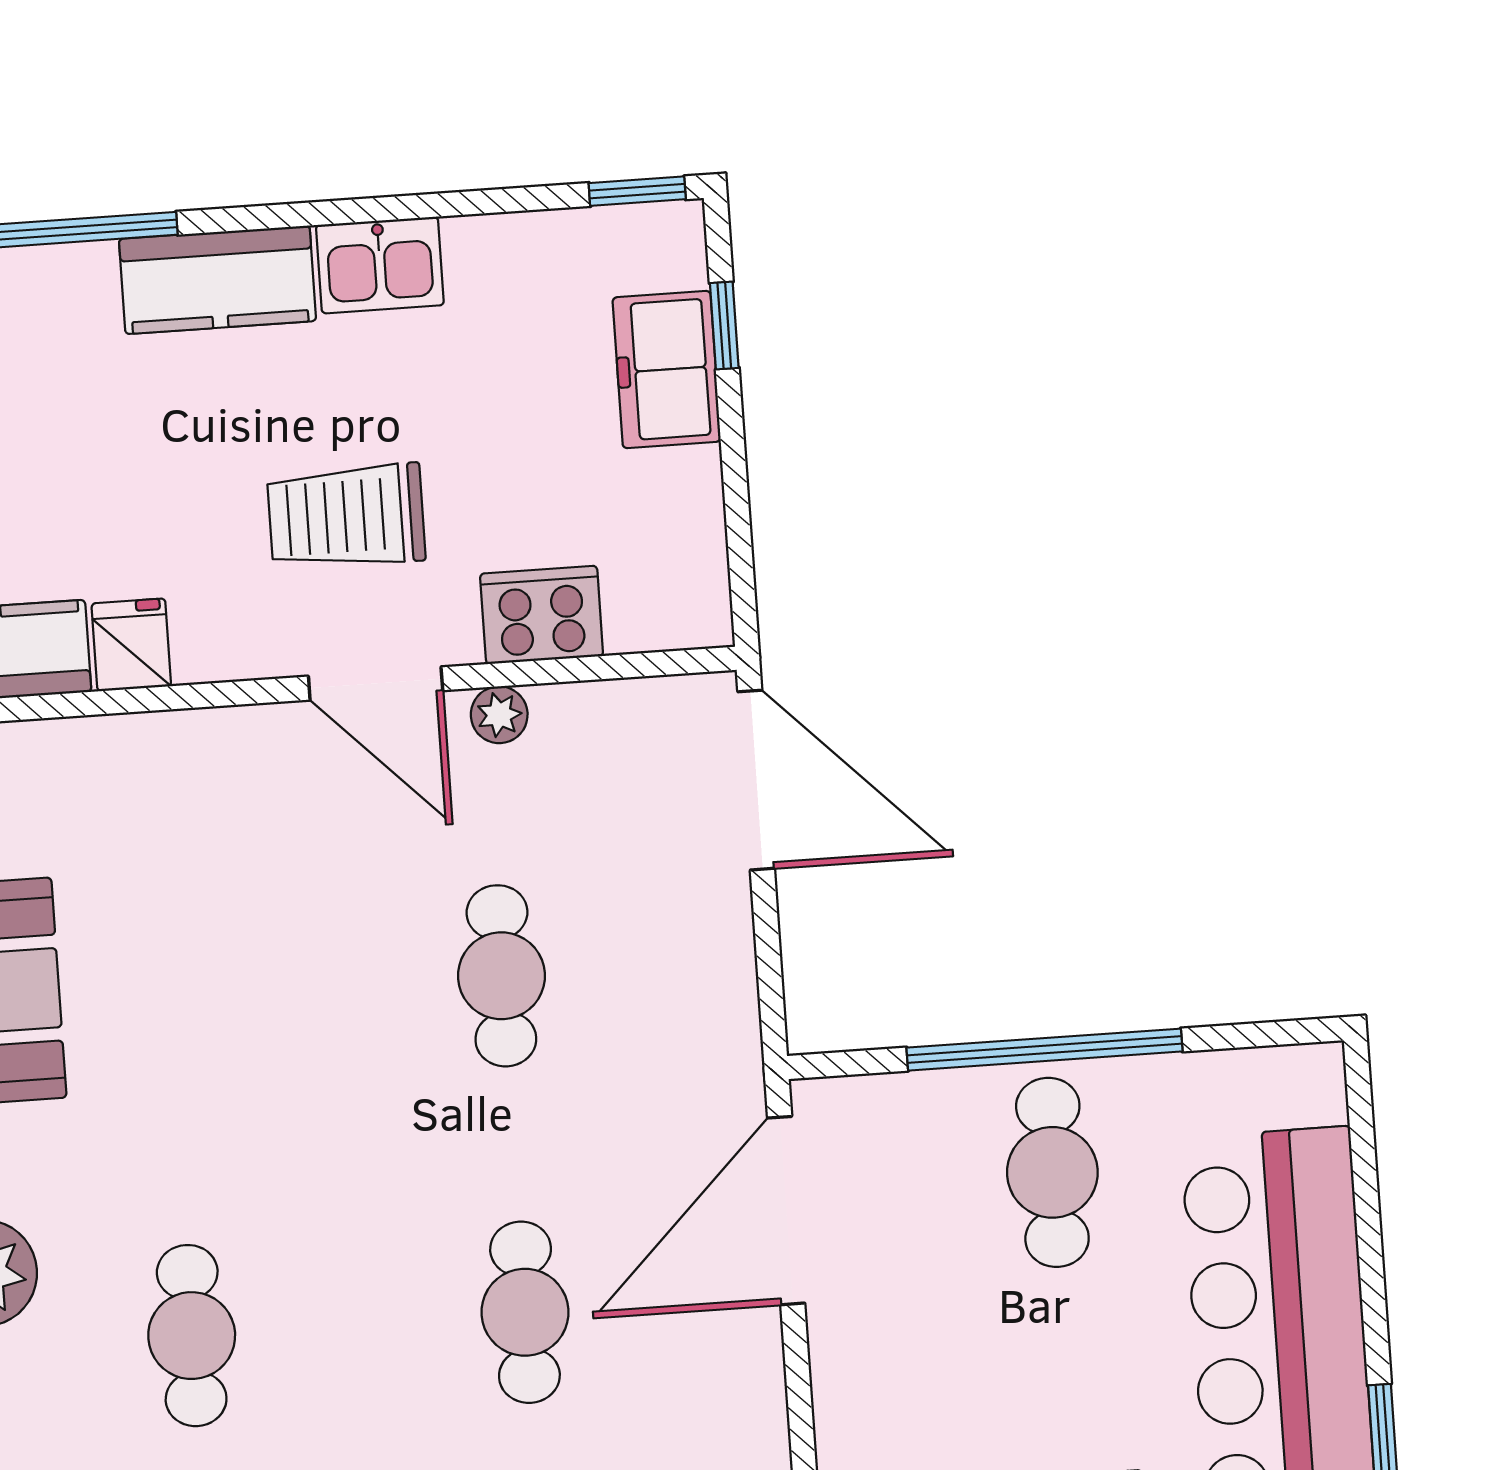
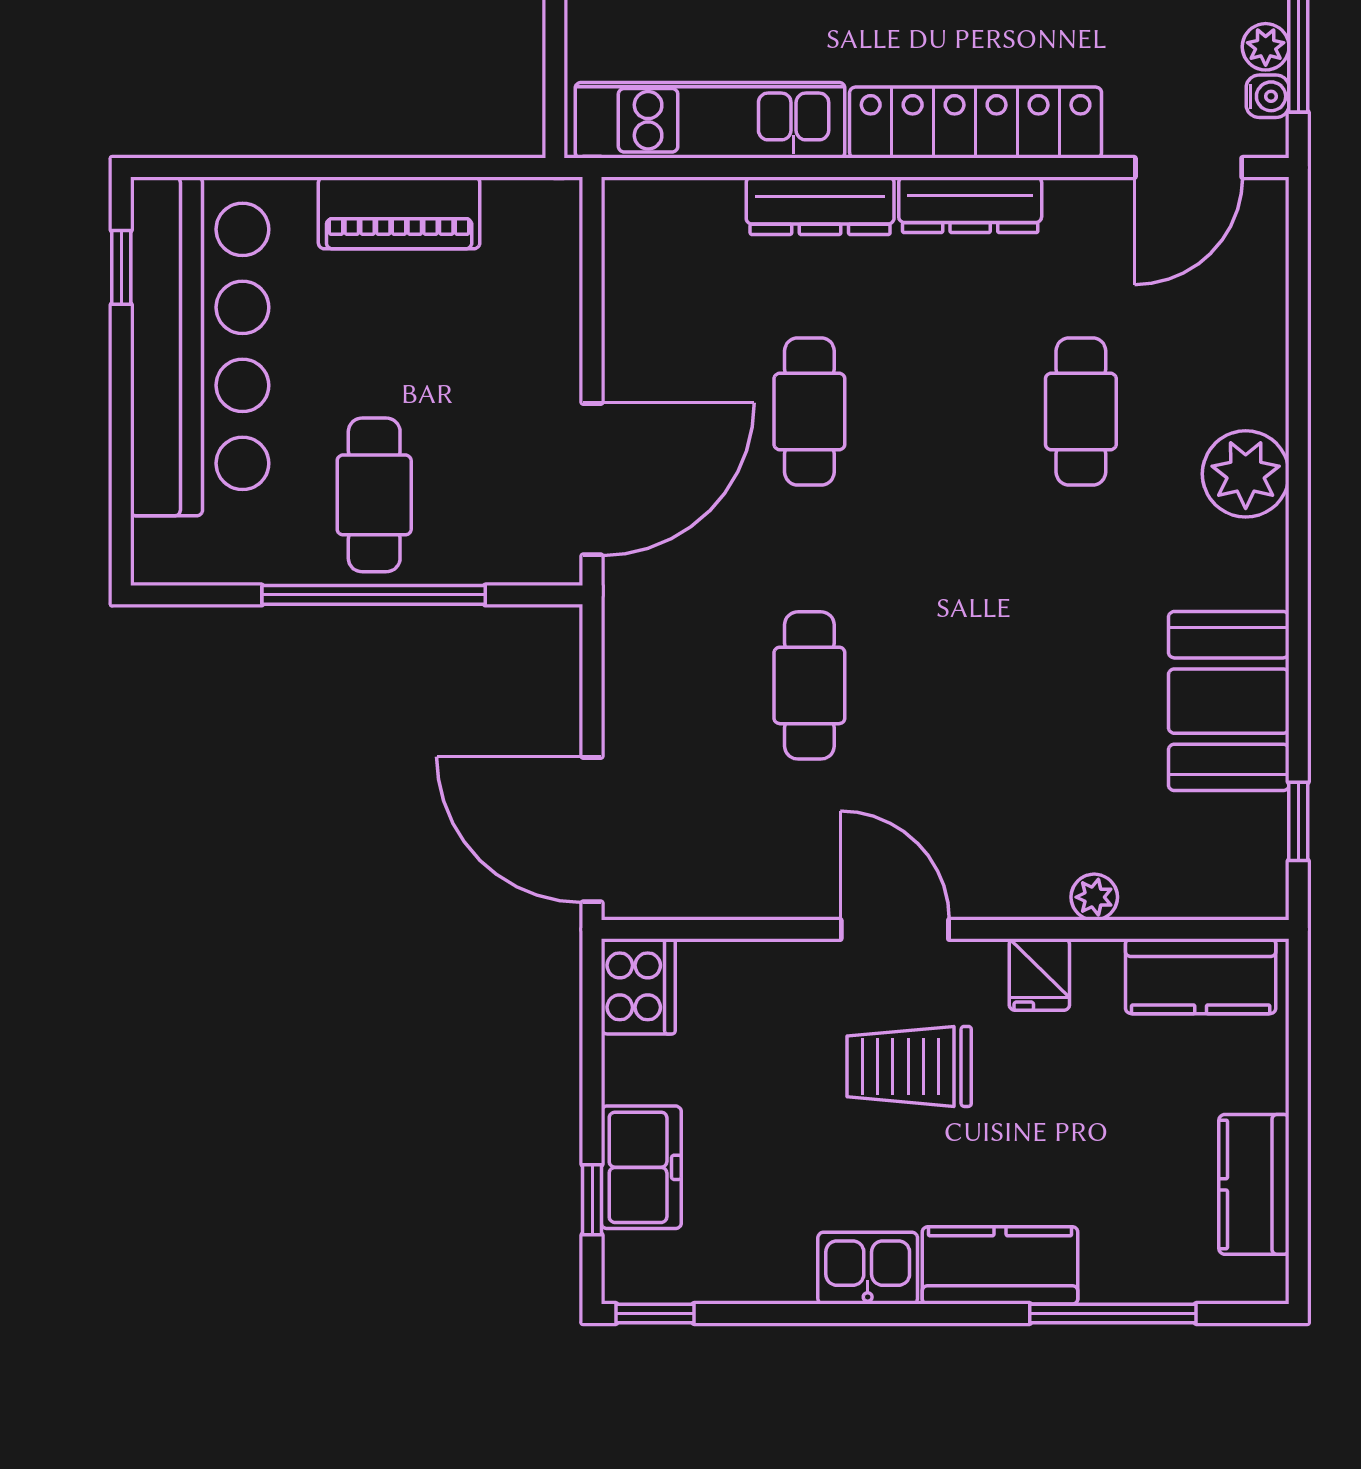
trolley: (346, 516) -> (909, 1066), turned 180
cooker: (542, 615) -> (638, 986), moved, turned -90
fridge: (131, 645) -> (1039, 975), moved
plant: (499, 715) -> (1094, 897), moved

